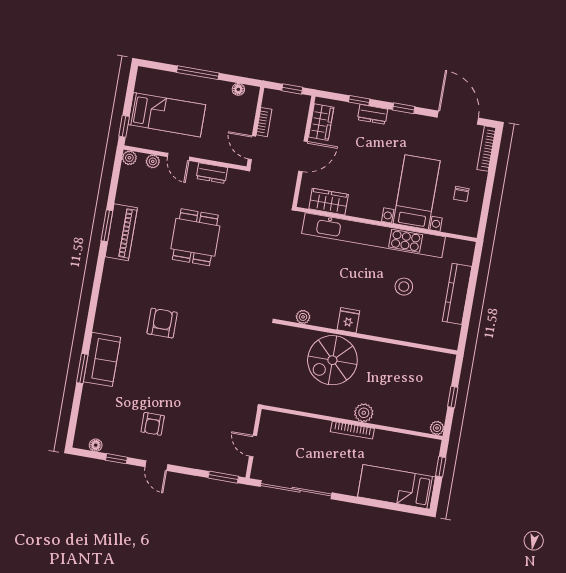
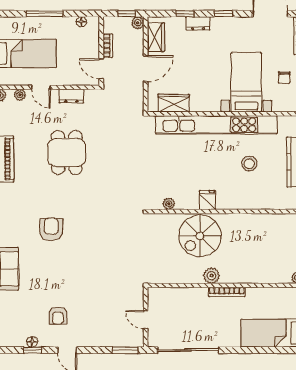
plant: (303, 102) -> (138, 23), added
plant: (364, 413) -> (211, 276), moved
floor lamp: (96, 445) -> (32, 342), moved

